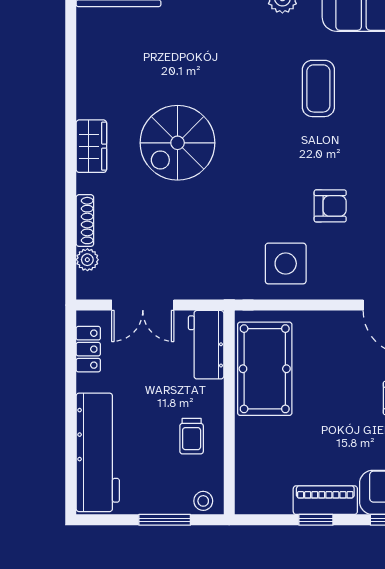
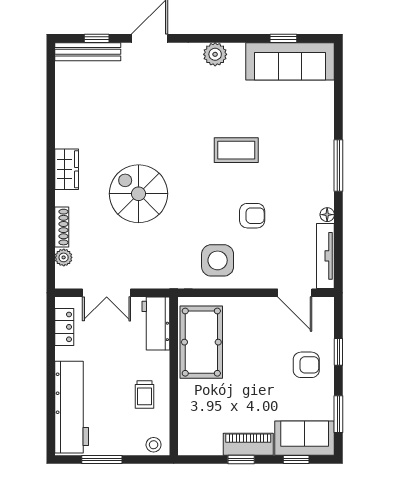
coffee table: (318, 88) -> (236, 150), moved, turned 90
spiral stairs: (178, 143) -> (139, 194), moved, turned 90
window: (165, 520) -> (102, 459), moved

